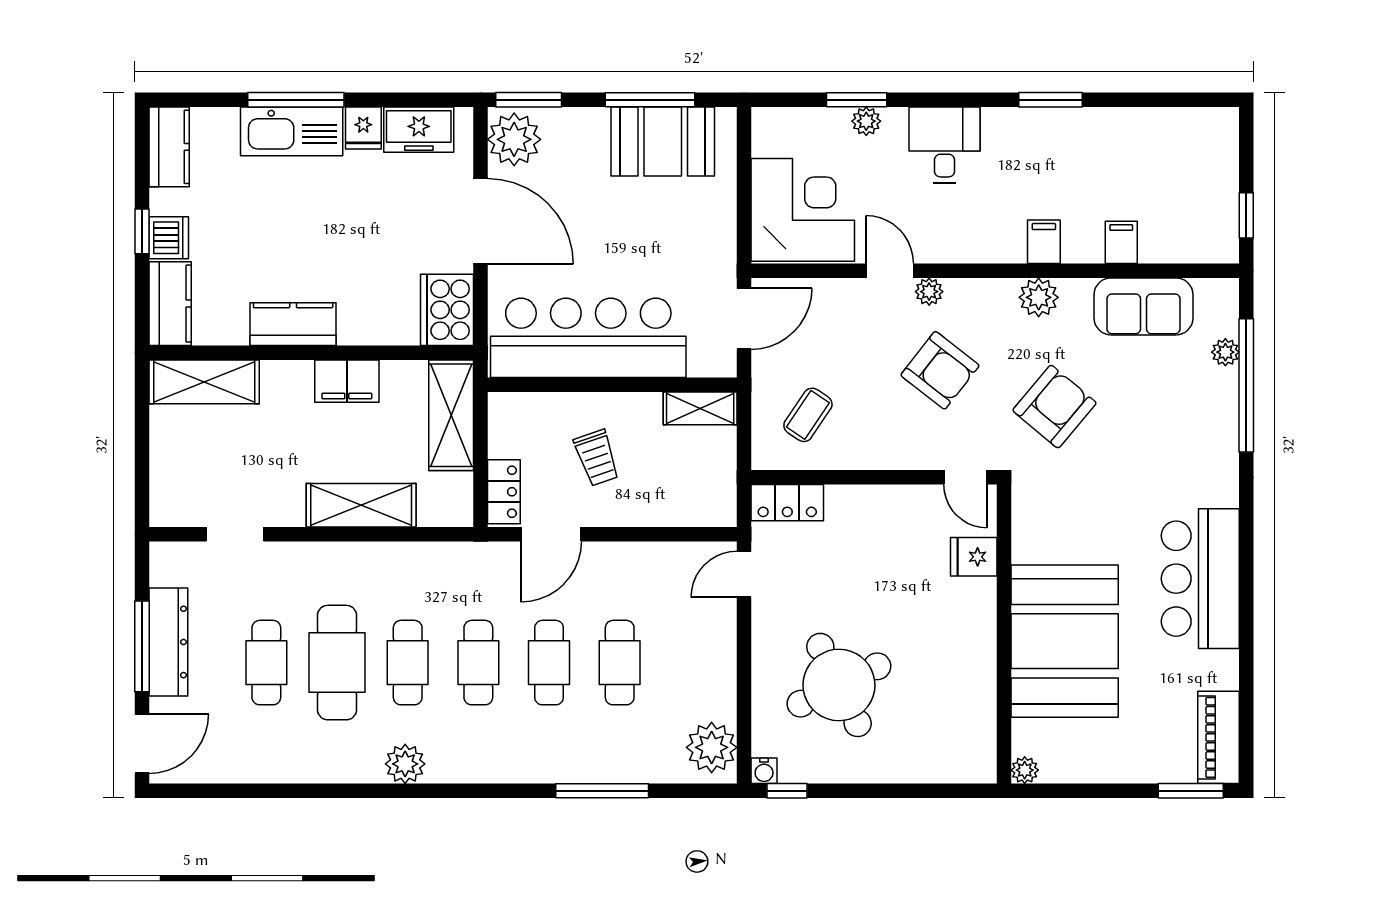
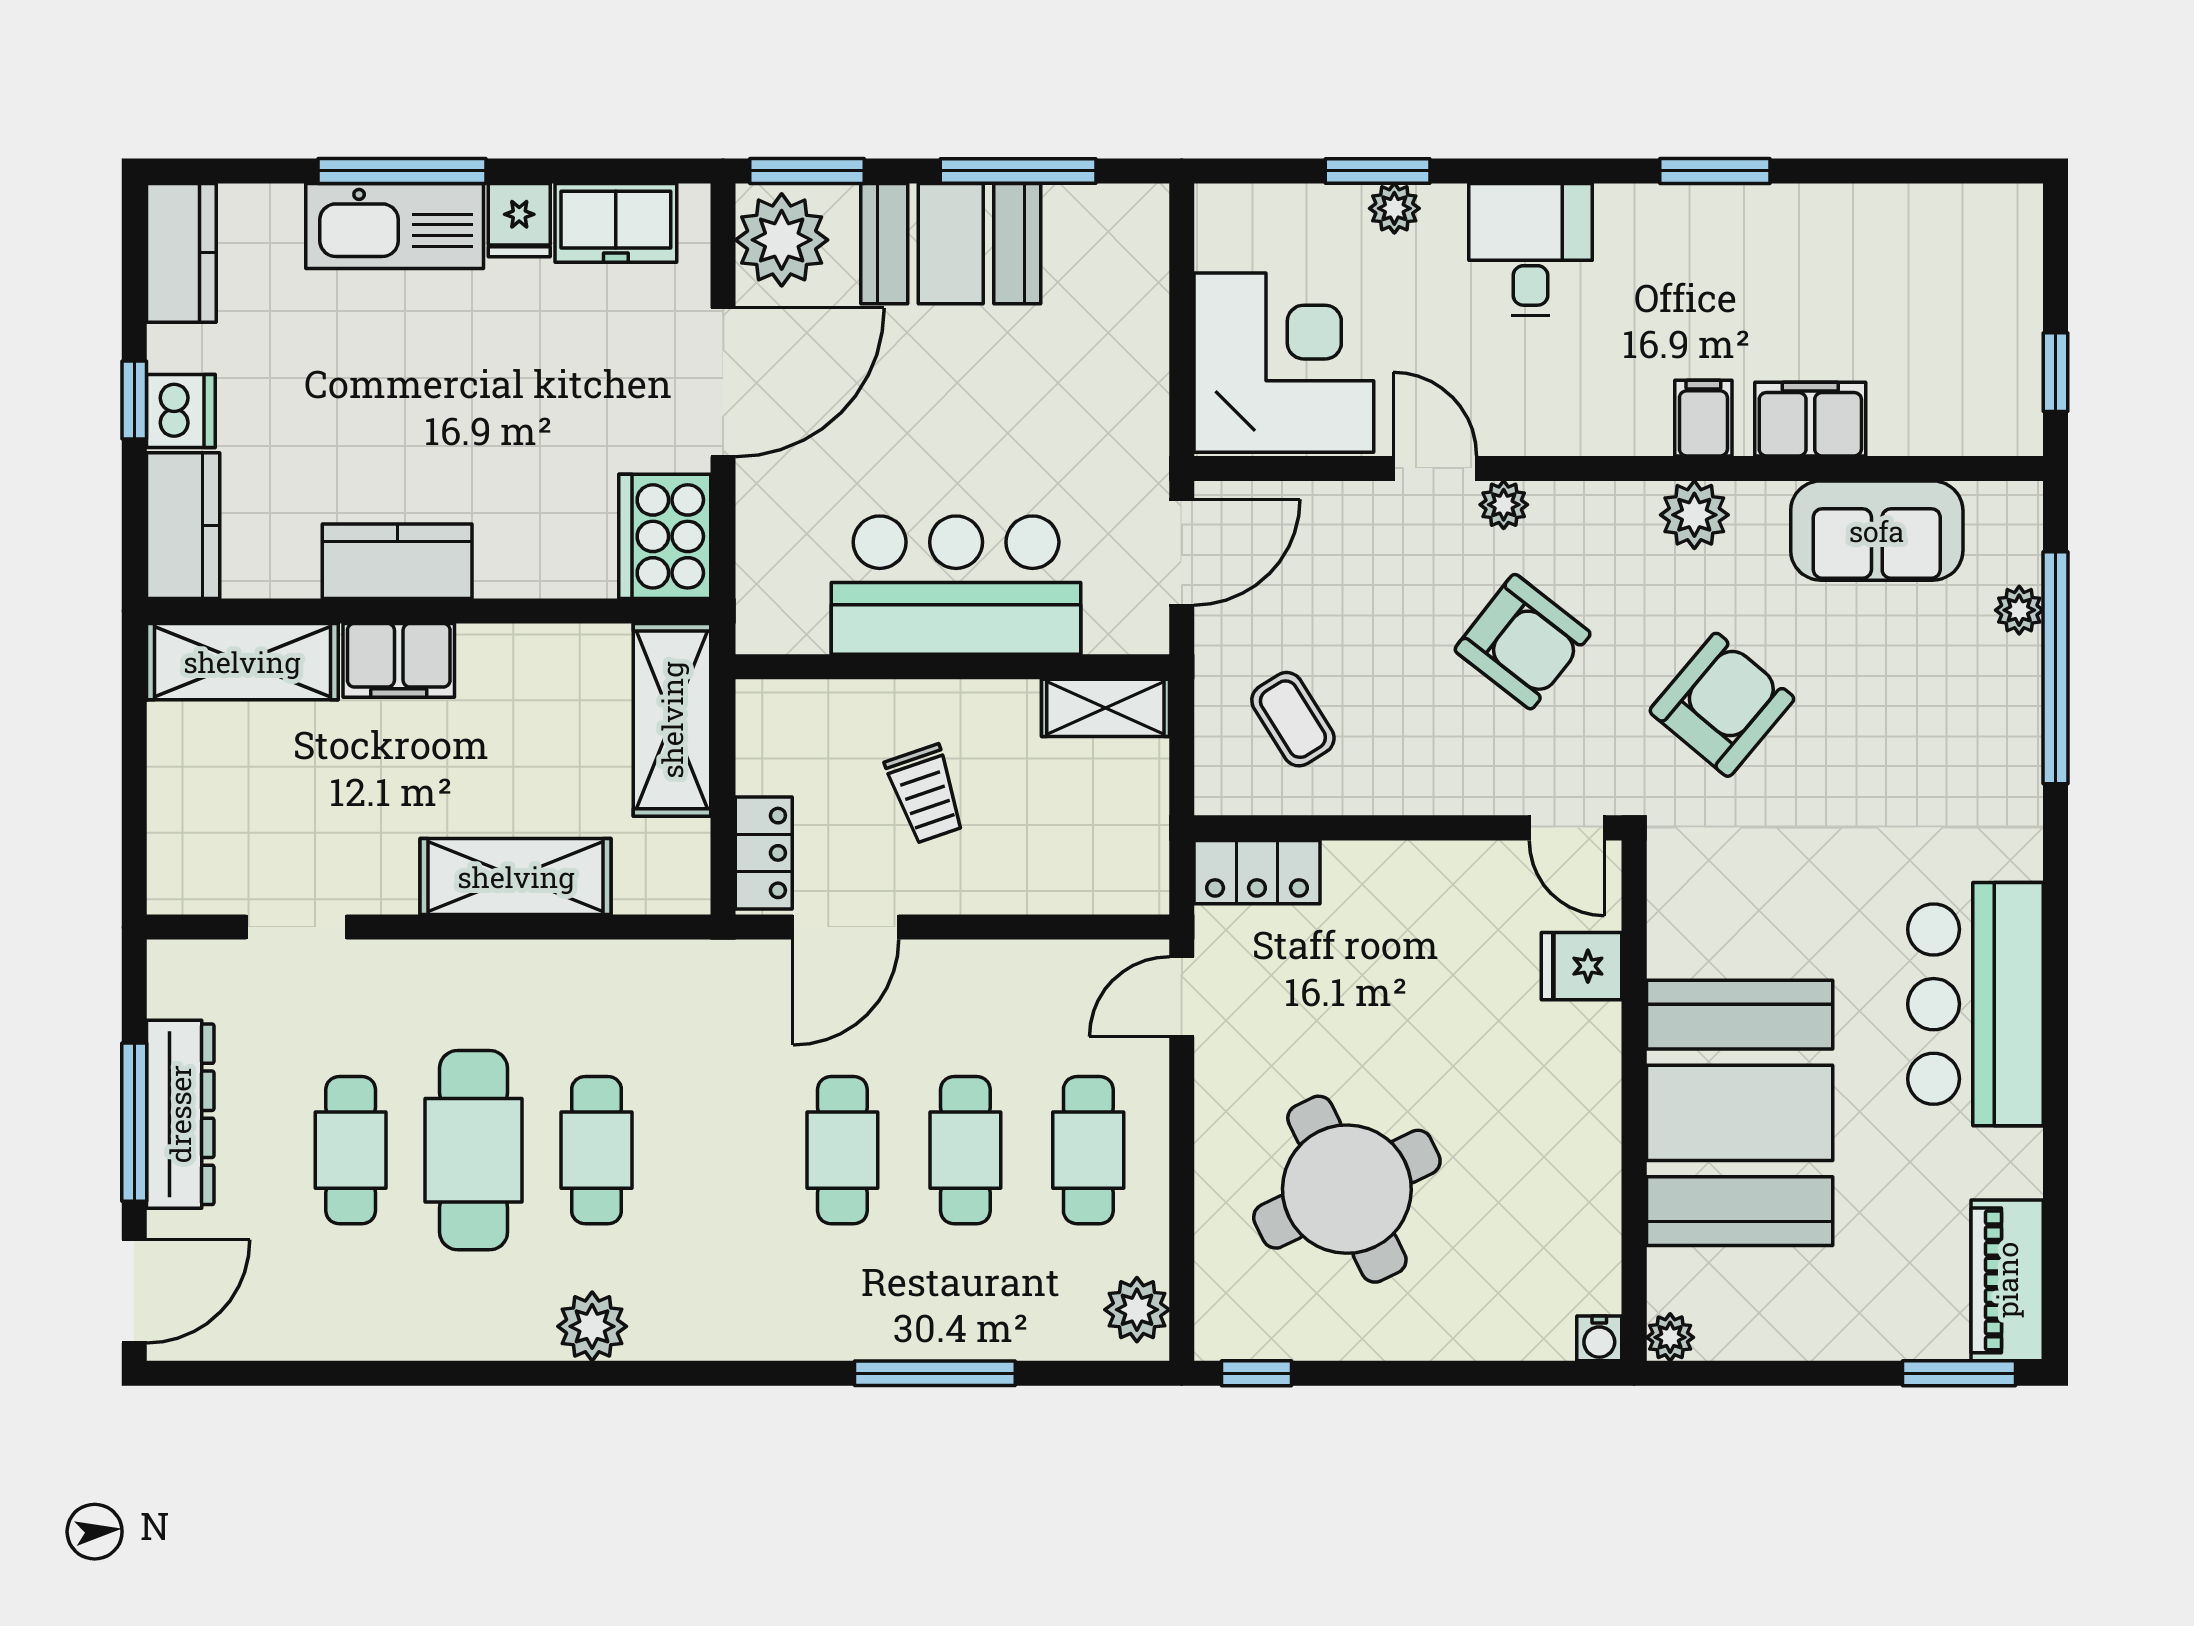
booth: (663, 142) -> (951, 244), moved
door: (480, 221) -> (723, 382), hinge flipped
filing cabinet: (1121, 242) -> (1810, 419), width x2.00
bar counter: (588, 338) -> (956, 585), width x0.73
filing cabinet: (347, 381) -> (399, 660), moved
coffee table: (808, 415) -> (1293, 719), turned -66
cafe table: (478, 663) -> (1088, 1150), moved
plant: (712, 747) -> (1137, 1310), width x0.73, depth x0.73
water cooler: (764, 771) -> (1599, 1338), moved

